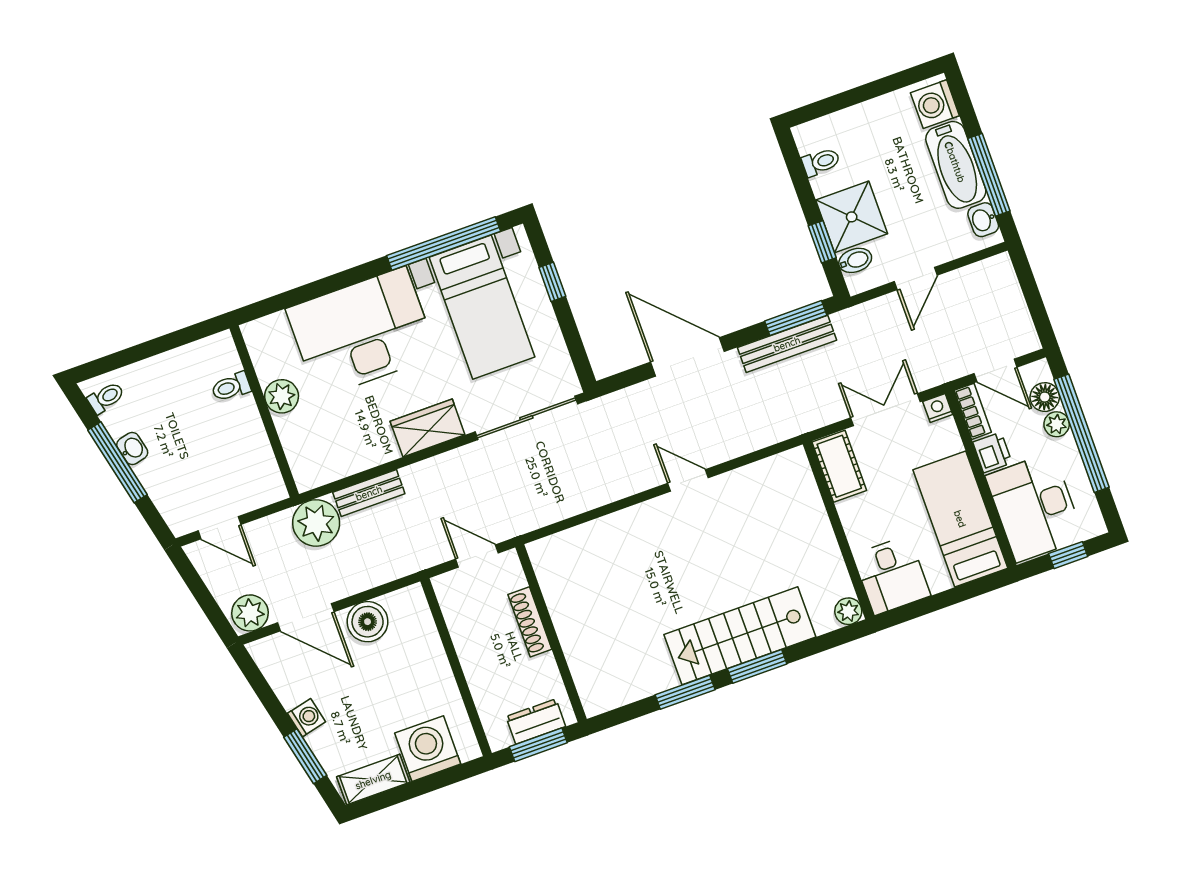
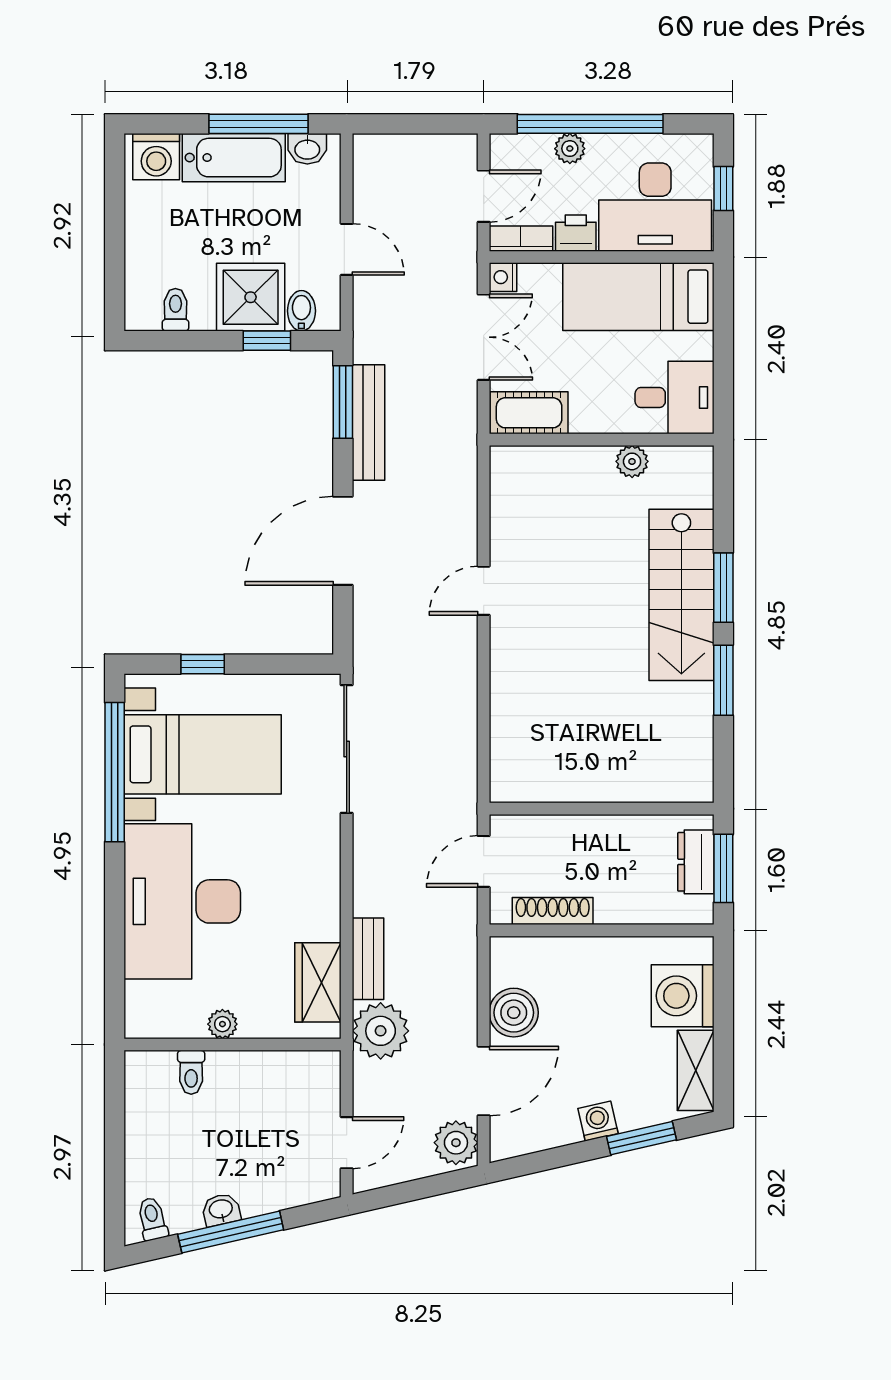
plant: (282, 396) -> (222, 1024), width x0.73, depth x0.73
floor lamp: (1045, 397) -> (534, 151), removed
double door: (885, 410) -> (484, 337), swing flipped
wardrobe: (428, 428) -> (318, 982), moved
plant: (848, 611) -> (632, 461), moved
shoe rack: (530, 622) -> (553, 911), moved, turned 180

